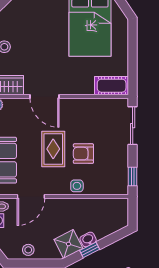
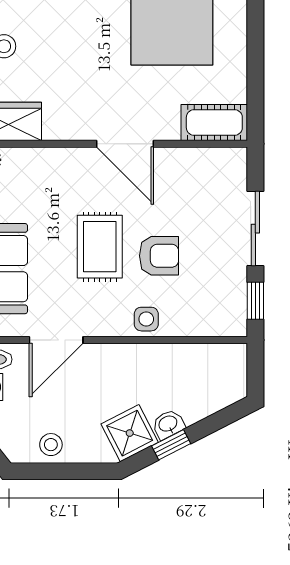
door: (44, 96) -> (125, 144), moved
sliding door: (133, 126) -> (255, 229), moved
armchair: (83, 154) -> (159, 256), turned 180

